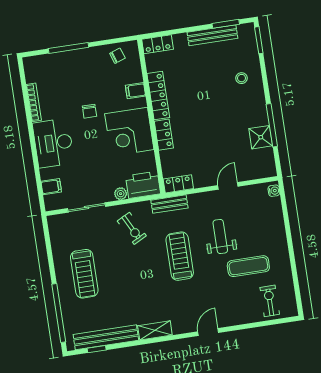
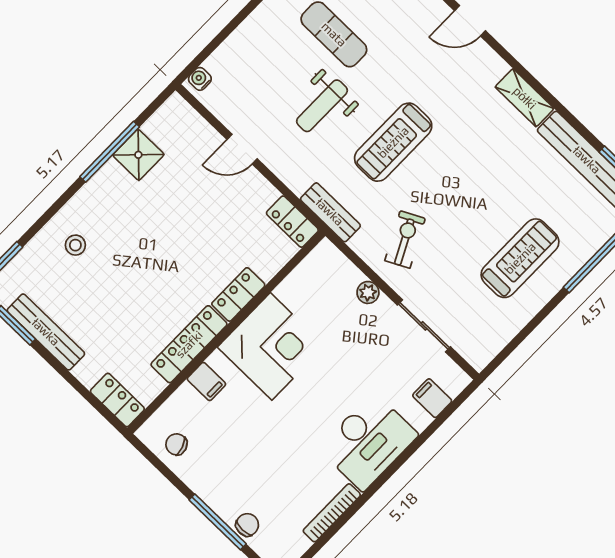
chair: (89, 111) -> (247, 525), moved
printer: (143, 185) -> (332, 270), removed

